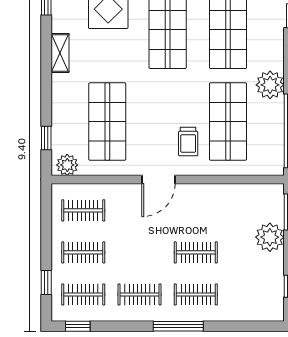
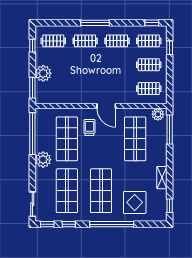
window: (46, 138) -> (170, 130), width x2.17
door: (158, 180) -> (106, 106), swing flipped
clothes rail: (196, 252) -> (53, 41), moved

